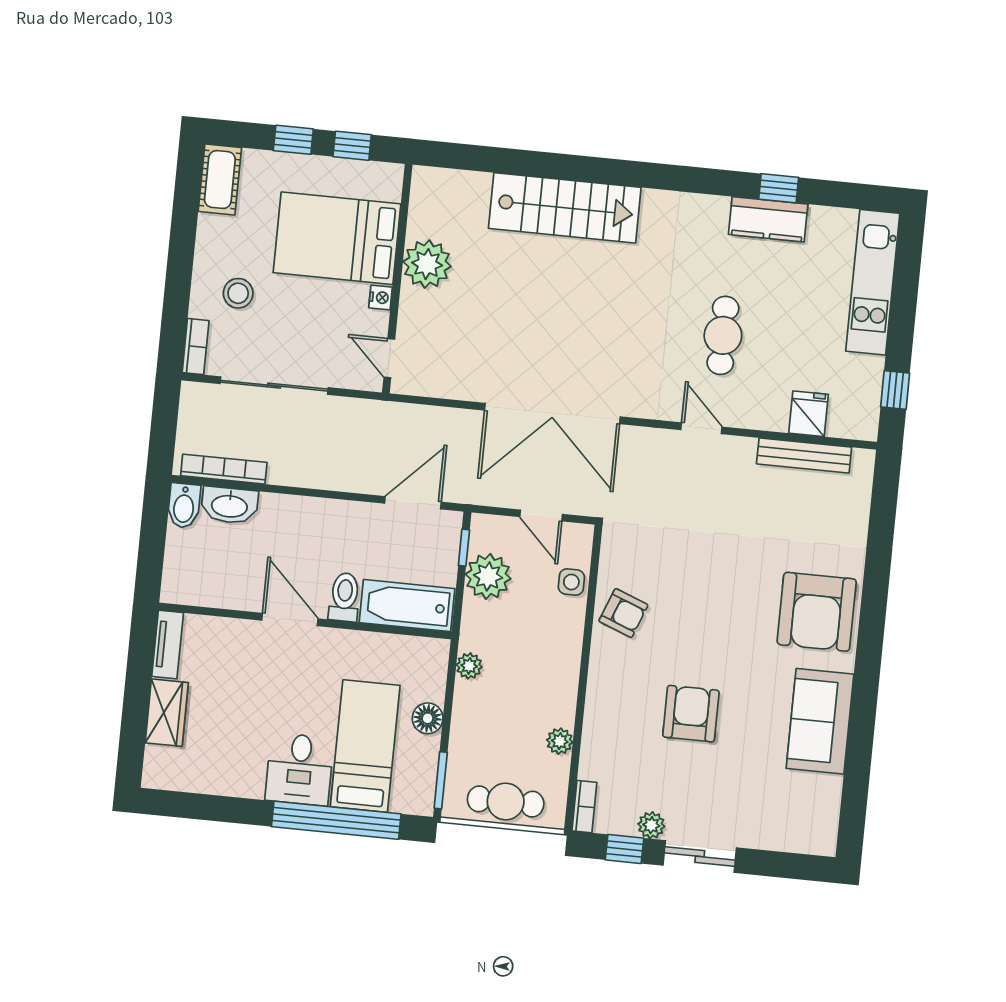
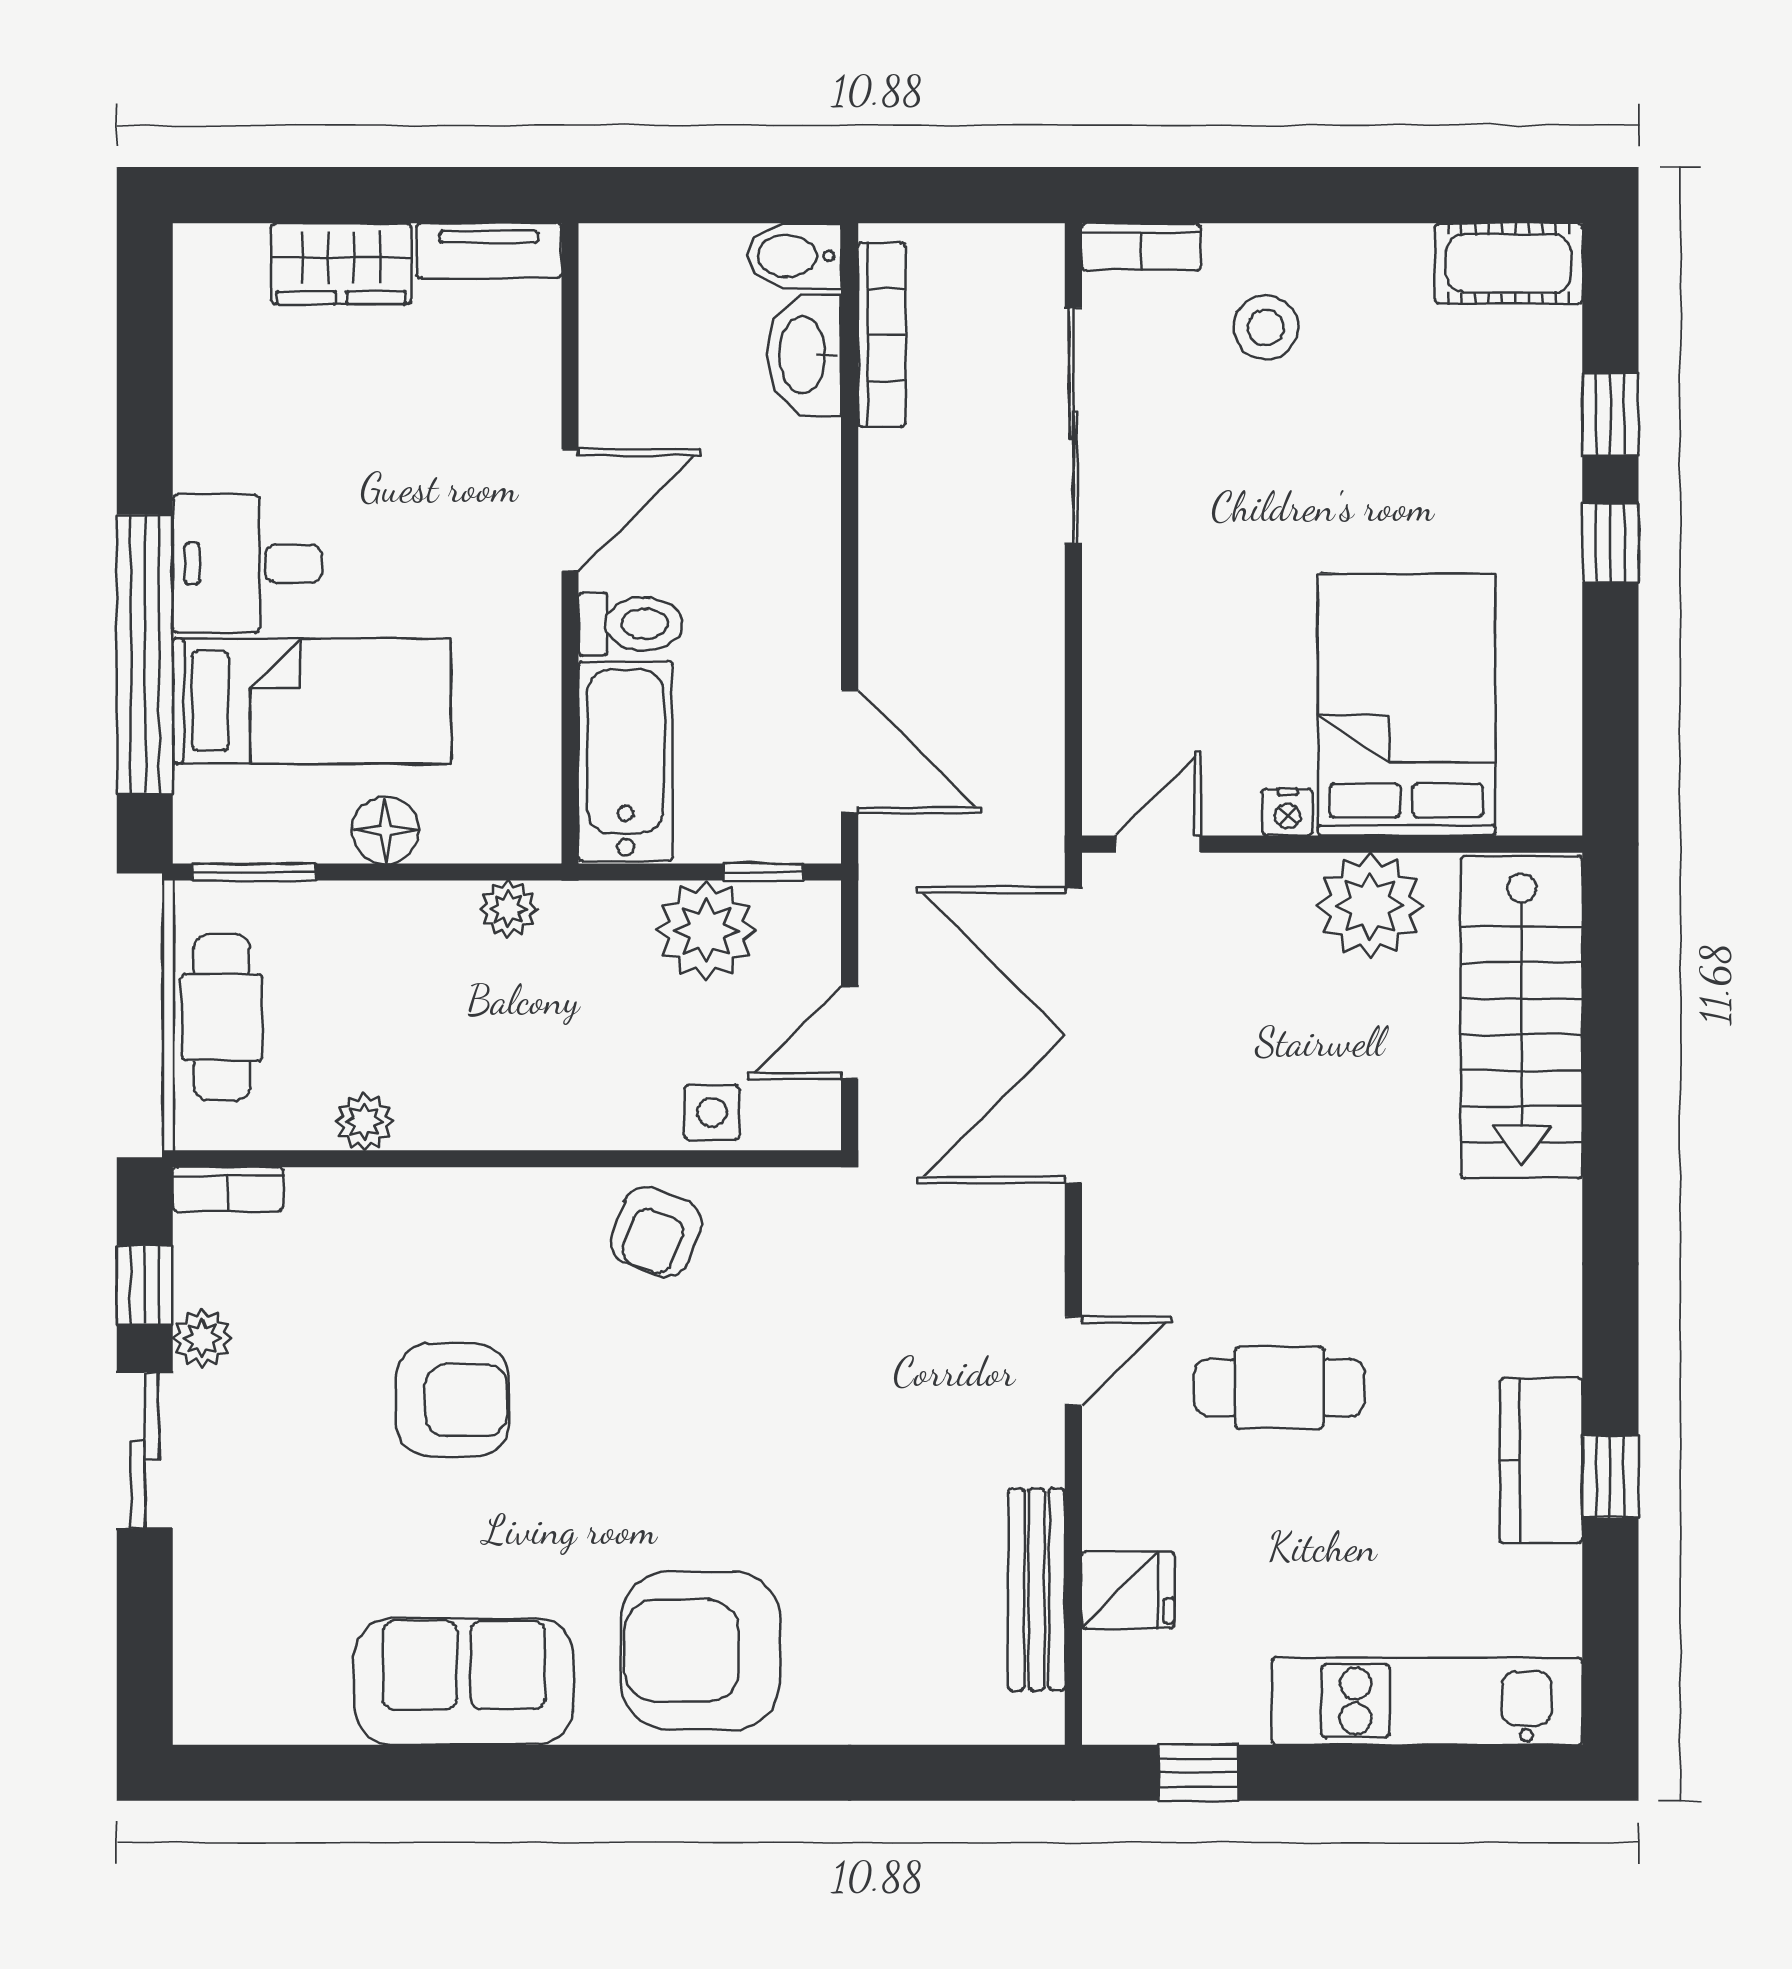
bed: (337, 238) -> (1406, 705), moved
plant: (427, 264) -> (1370, 906), moved
wall: (397, 279) -> (1332, 844), moved
nightstand: (381, 298) -> (1287, 812), moved
door: (389, 358) -> (1158, 844), moved

